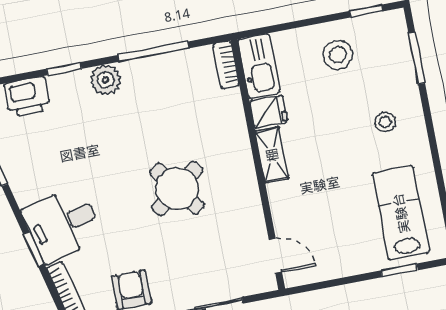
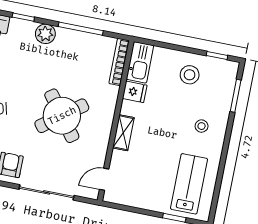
bookcase: (226, 65) -> (119, 62), width x1.56
shelving: (272, 155) -> (123, 133), moved
round table: (177, 189) -> (62, 116), width x1.36, depth x1.36
door: (275, 256) -> (104, 179), swing flipped

